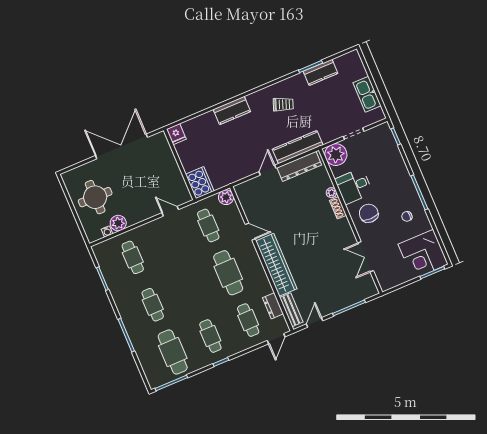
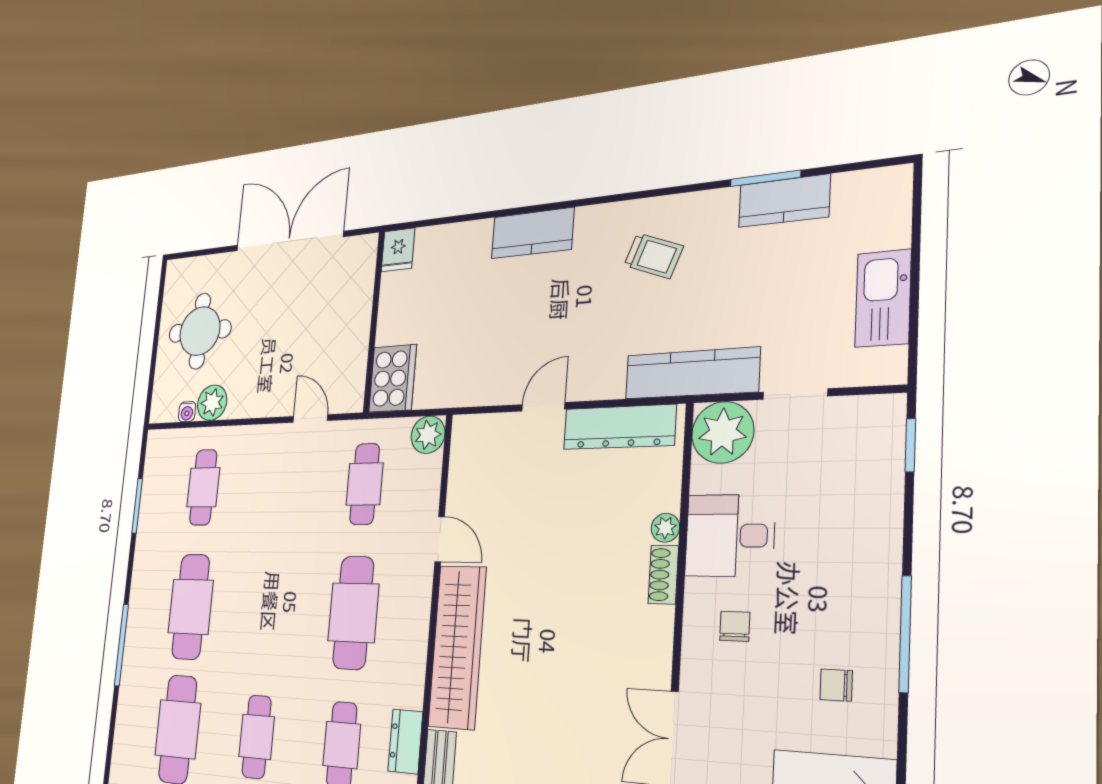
kitchen counter: (298, 147) -> (692, 373), moved
chair: (369, 213) -> (735, 626), width x0.54, depth x0.54
cafe table: (153, 305) -> (191, 607), width x1.37, depth x1.35

